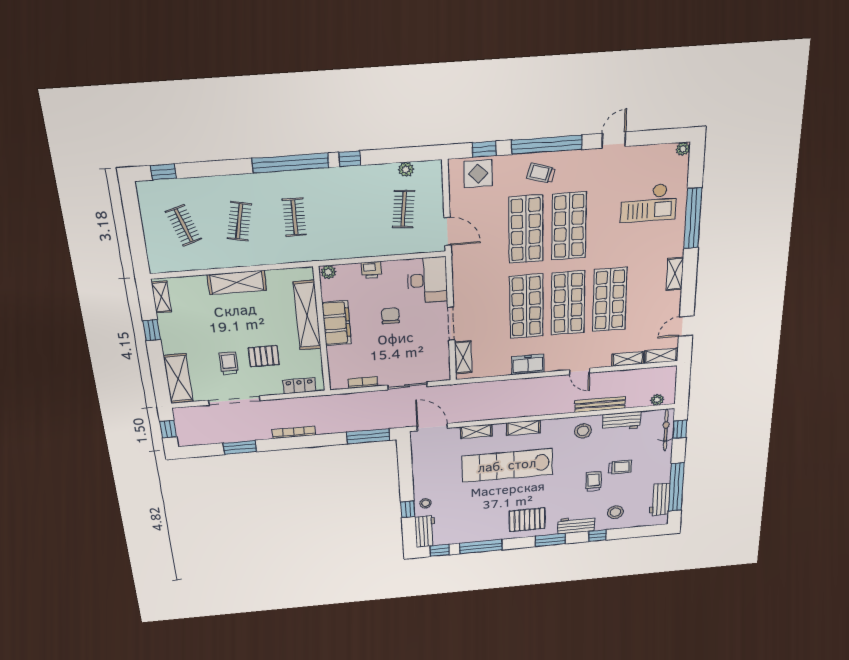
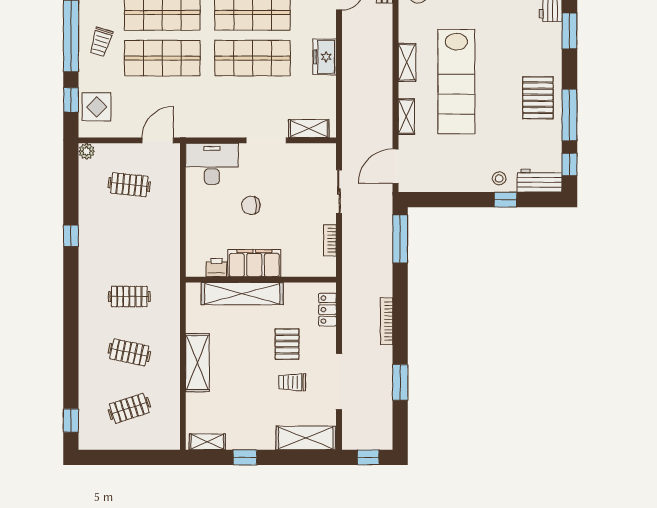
window: (291, 163) -> (71, 295), removed
plant: (406, 169) -> (87, 151), moved
printer: (371, 270) -> (216, 267), moved, turned -90
plant: (328, 272) -> (194, 267), removed
pallet: (527, 520) -> (538, 98), moved

